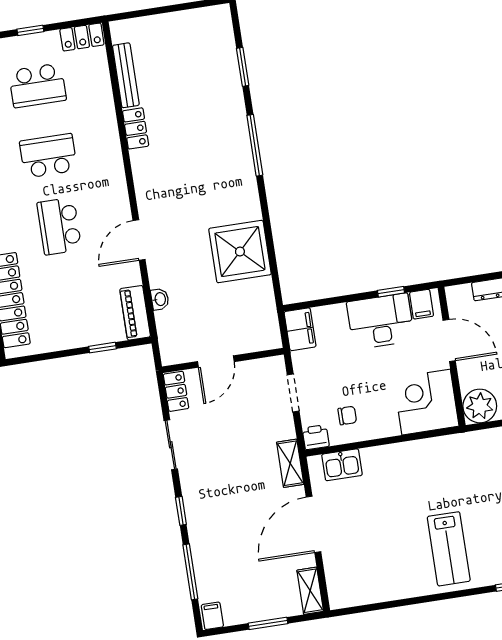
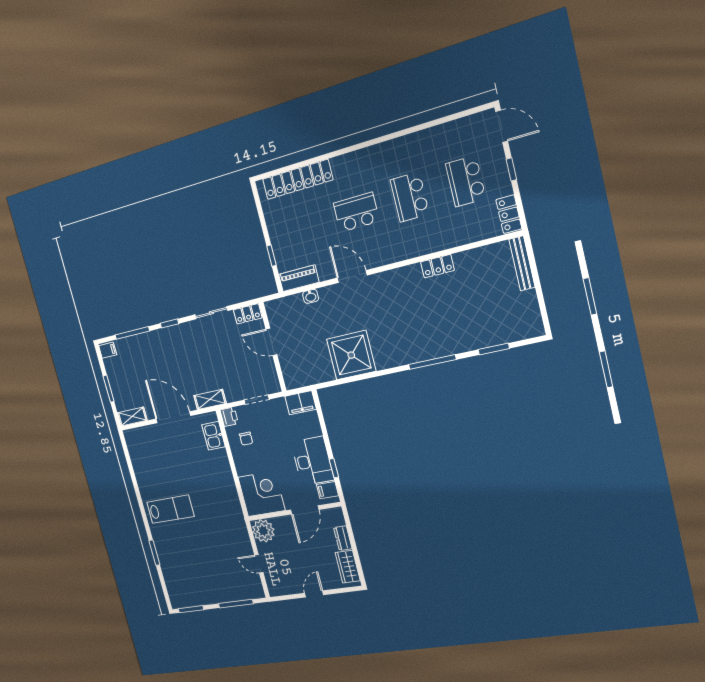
bench: (126, 75) -> (522, 263), moved, turned 90
school desk: (48, 156) -> (410, 197), turned 180
lab bench: (449, 549) -> (170, 509), turned 180

